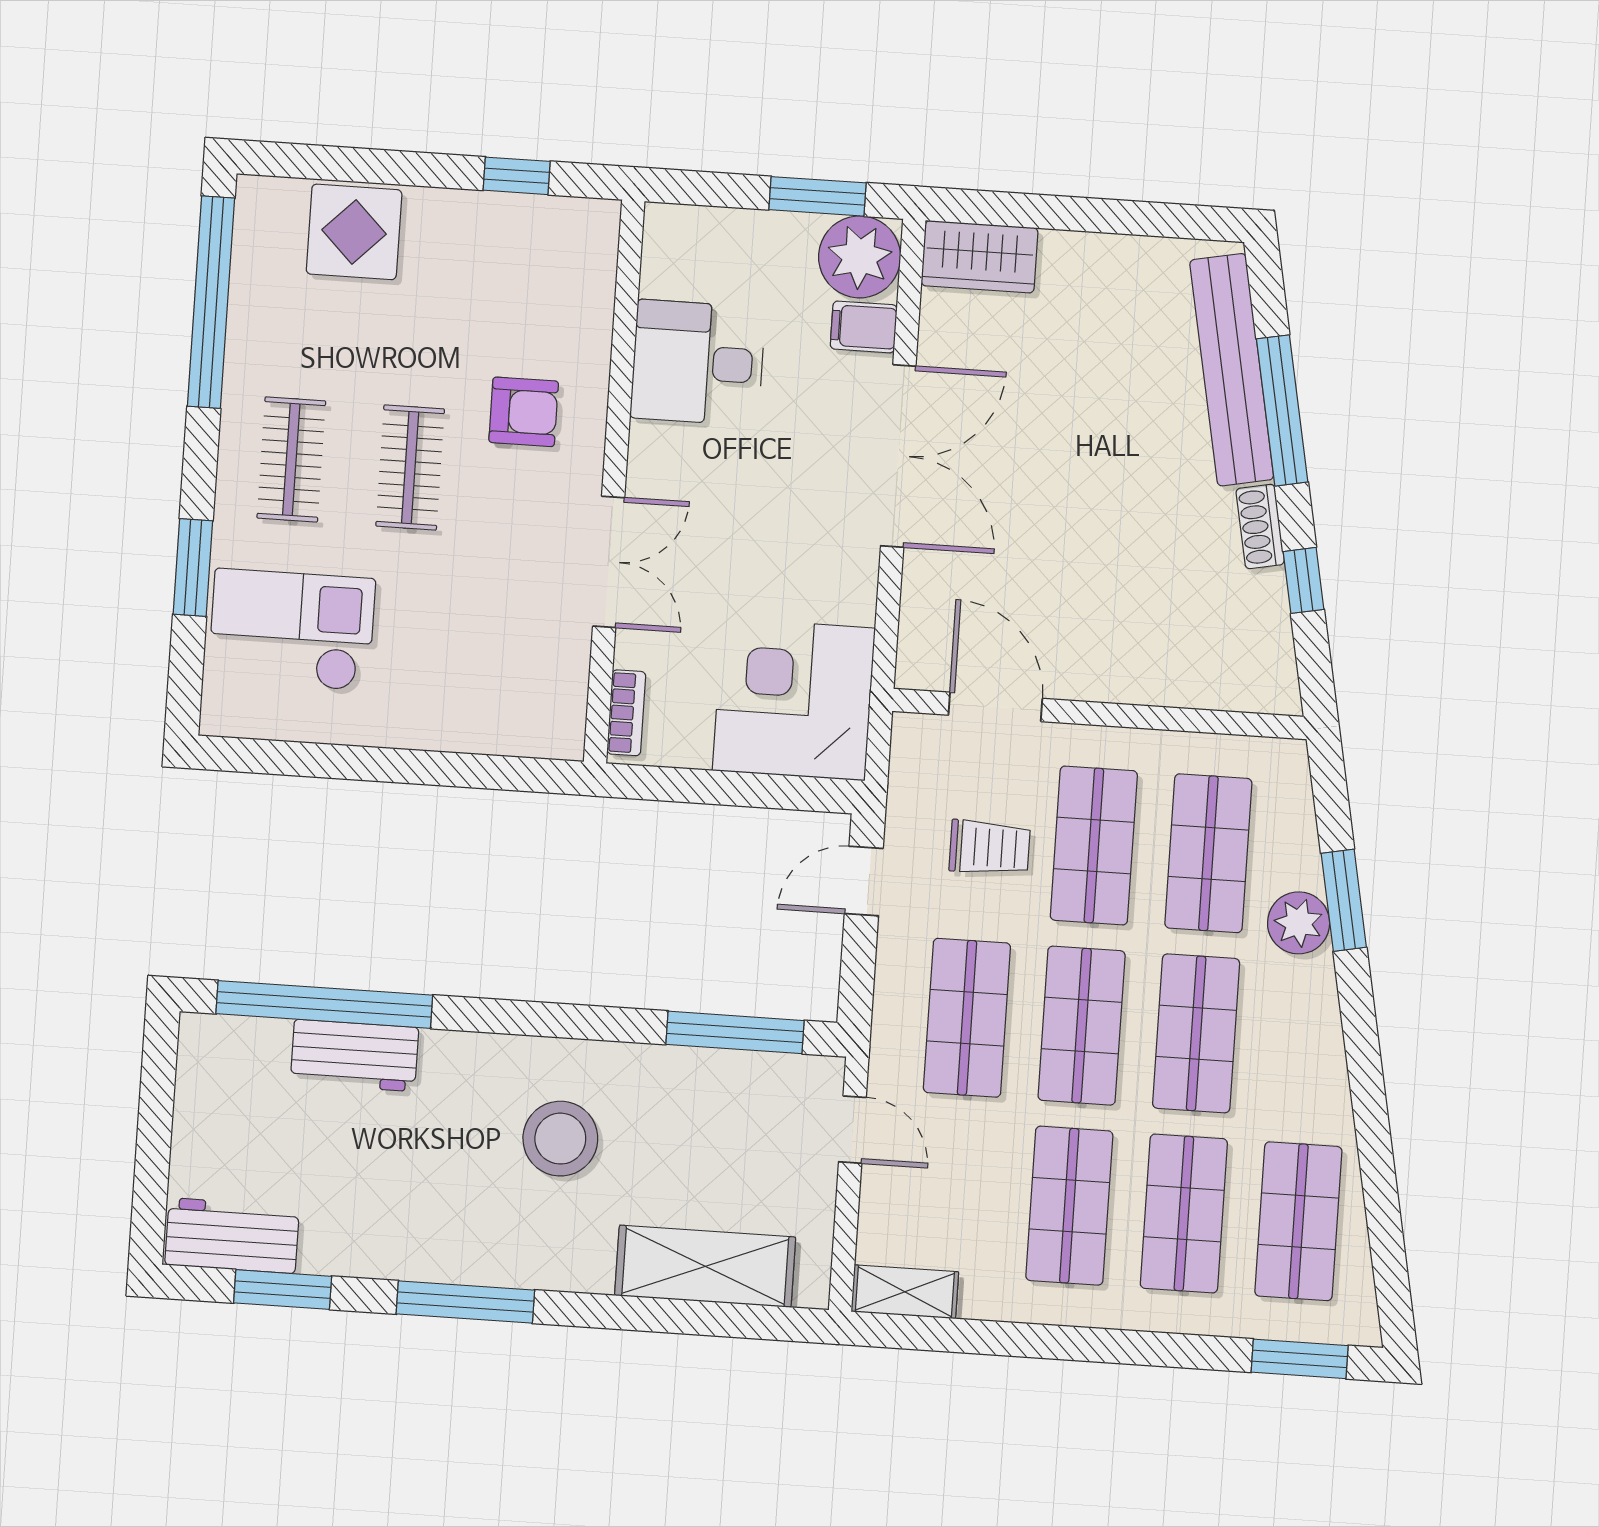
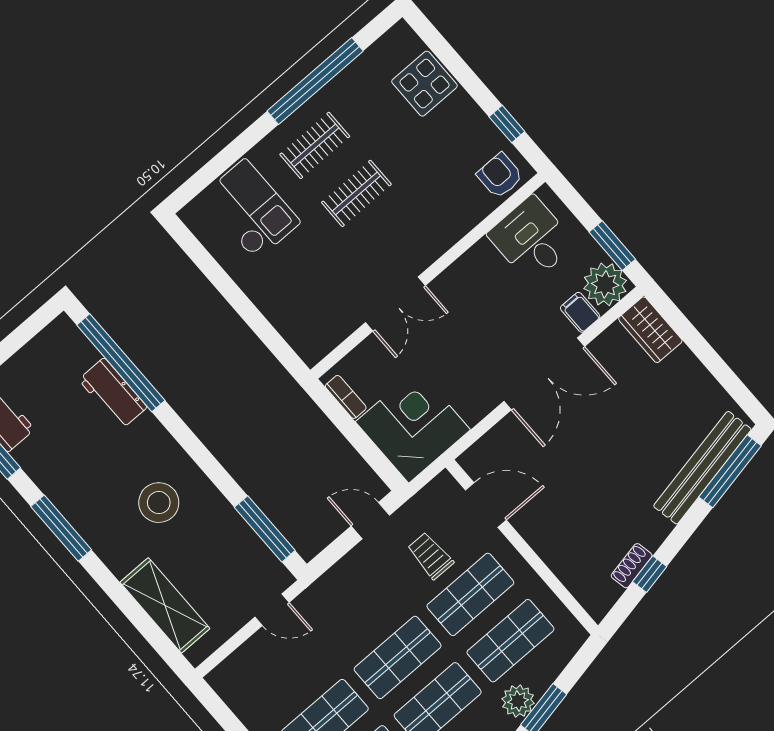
window: (211, 302) -> (315, 81), moved
desk: (698, 363) -> (531, 239), moved
window: (1282, 410) -> (730, 471), moved
armchair: (524, 412) -> (500, 176), moved, turned 180
shoe rack: (1260, 526) -> (632, 566), moved
window: (193, 568) -> (237, 149), removed
door: (995, 707) -> (486, 505), hinge flipped
bookcase: (626, 713) -> (346, 397), moved, turned -90
trolley: (990, 848) -> (430, 556), turned 180
shop shelf: (967, 1018) -> (357, 611), removed
door: (852, 1130) -> (272, 610), hinge flipped
shelving: (905, 1292) -> (230, 691), removed

